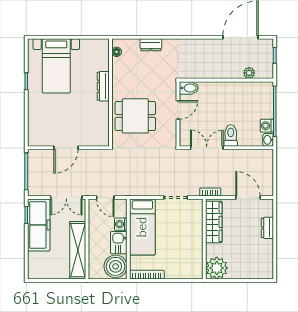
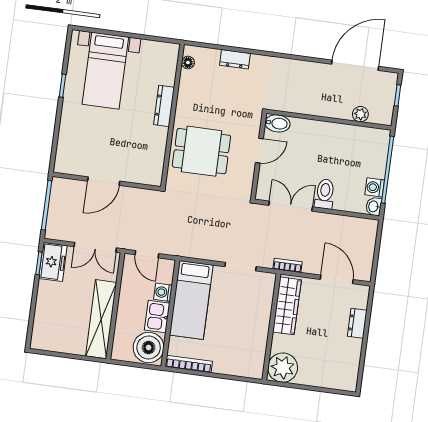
freezer: (39, 225) -> (53, 262), width x0.52, depth x0.79

